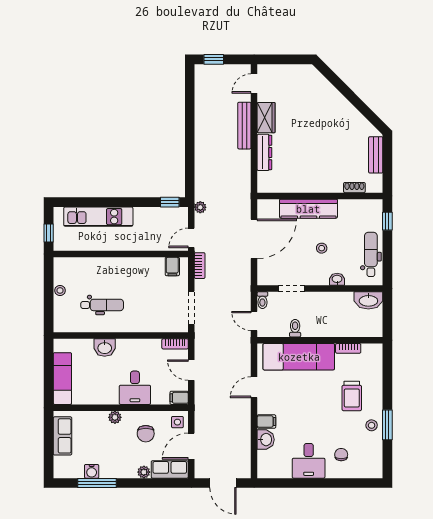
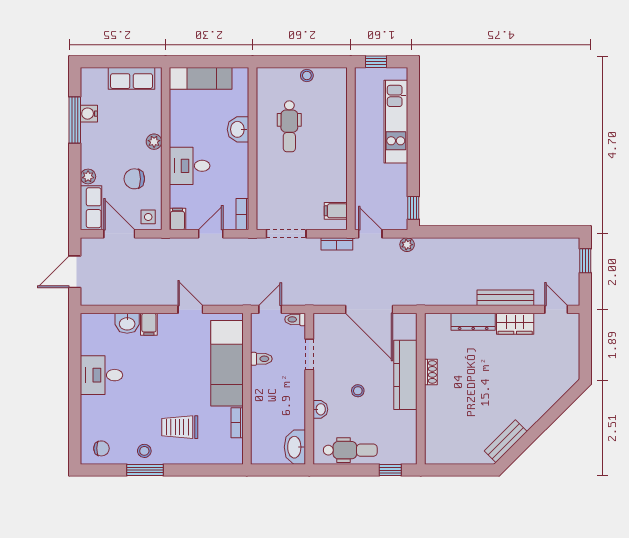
bench: (376, 155) -> (506, 441), moved, turned -45
shoe rack: (354, 188) -> (431, 372), moved
chair: (341, 455) -> (101, 448), moved

